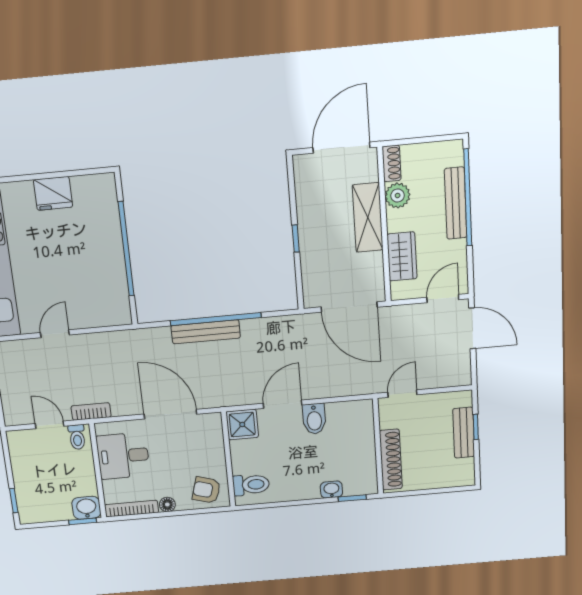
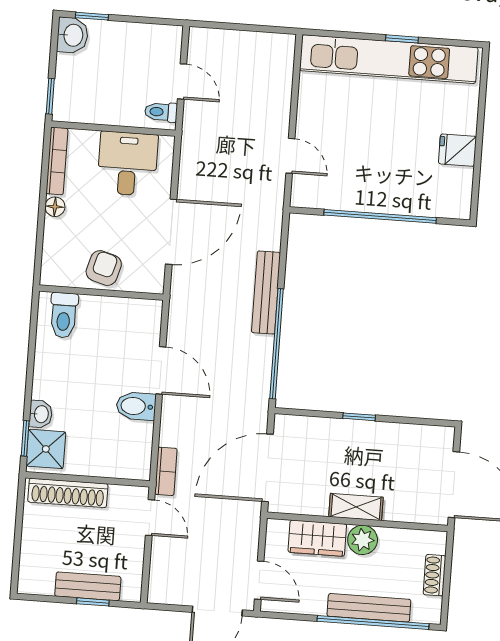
shoe rack: (392, 163) -> (434, 575), moved, turned 90
fridge: (53, 193) -> (458, 150), width x0.72
plant: (398, 196) -> (363, 540), moved
shelving: (368, 218) -> (356, 507), width x0.67, depth x0.75
window: (216, 319) -> (277, 344), moved
door: (55, 334) -> (290, 156), moved
bookcase: (91, 411) -> (166, 471), moved
shower: (242, 424) -> (46, 449), moved
door: (50, 425) -> (182, 81), hinge flipped
armchair: (206, 490) -> (104, 268), moved
washbasin: (86, 508) -> (72, 35), moved

